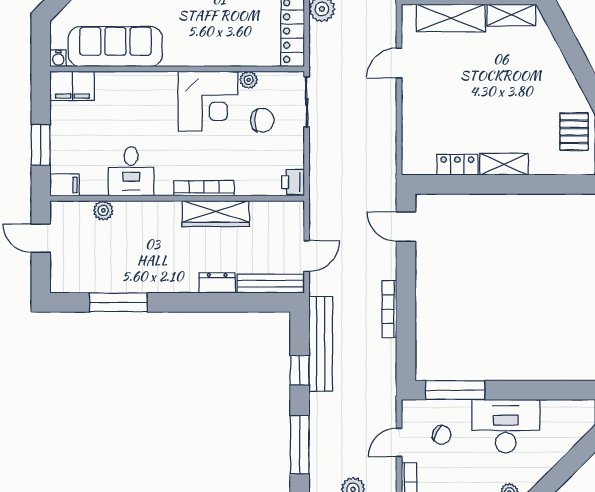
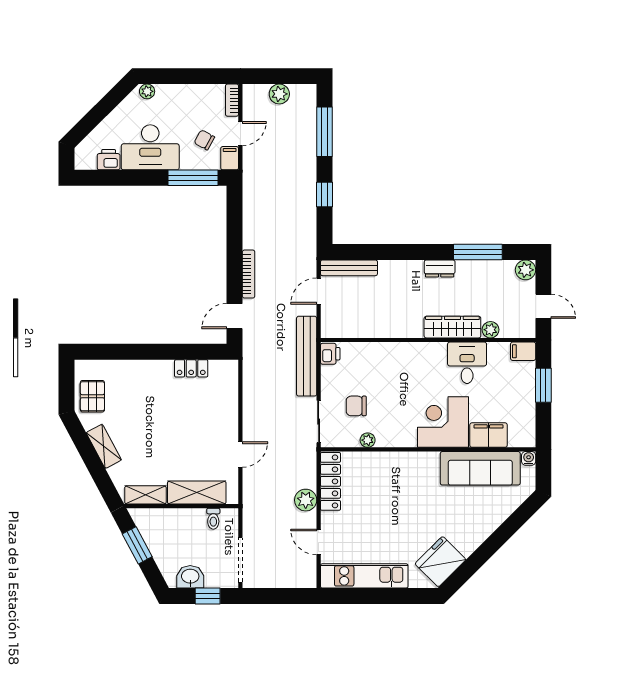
filing cabinet: (72, 86) -> (488, 435), moved
corner desk: (208, 101) -> (443, 422), moved
shelving: (504, 164) -> (104, 446), moved, turned 62
bookcase: (204, 188) -> (405, 348), removed
wardrobe: (216, 214) -> (452, 327), moved
door: (406, 227) -> (235, 316), swing flipped
plant: (62, 281) -> (526, 270), added
dresser: (217, 283) -> (440, 268), moved
bookcase: (389, 309) -> (249, 274), moved
bench: (321, 344) -> (307, 356), moved
printer: (555, 412) -> (109, 160), added
filing cabinet: (412, 413) -> (230, 158), added

